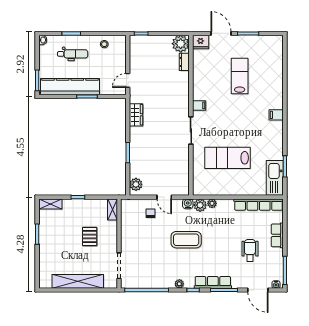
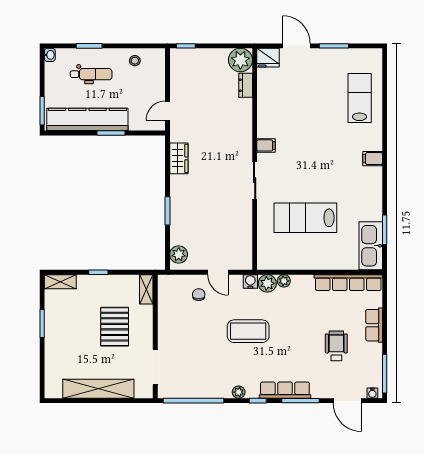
lab bench: (240, 76) -> (360, 98), moved
pallet: (90, 236) -> (115, 327), width x1.50, depth x1.42

